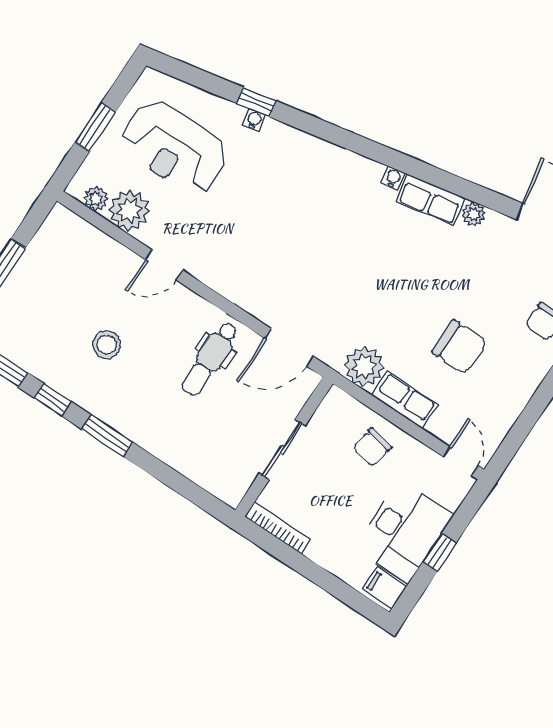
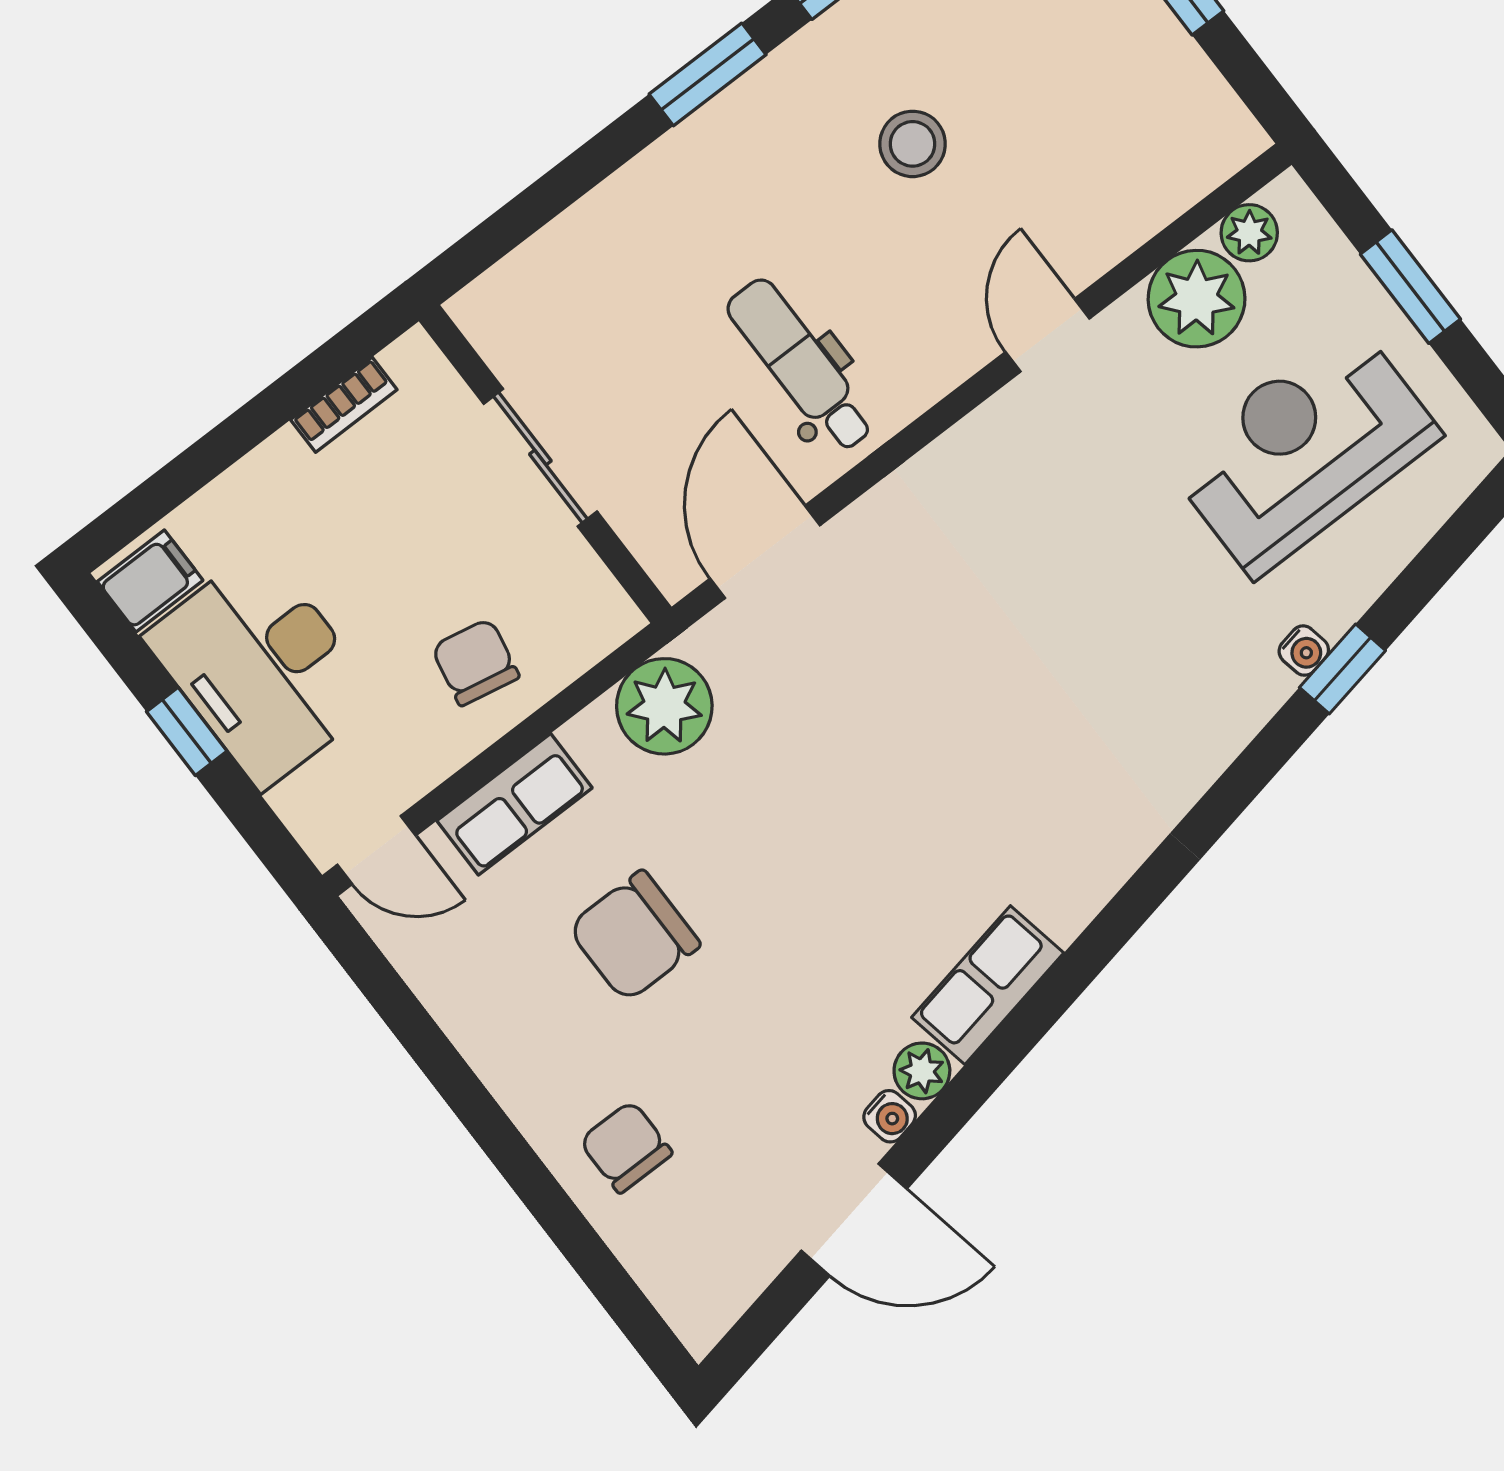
water cooler: (393, 178) -> (890, 1116), moved
row of seats: (405, 400) -> (515, 804), moved
bookcase: (278, 528) -> (344, 405), width x0.64

